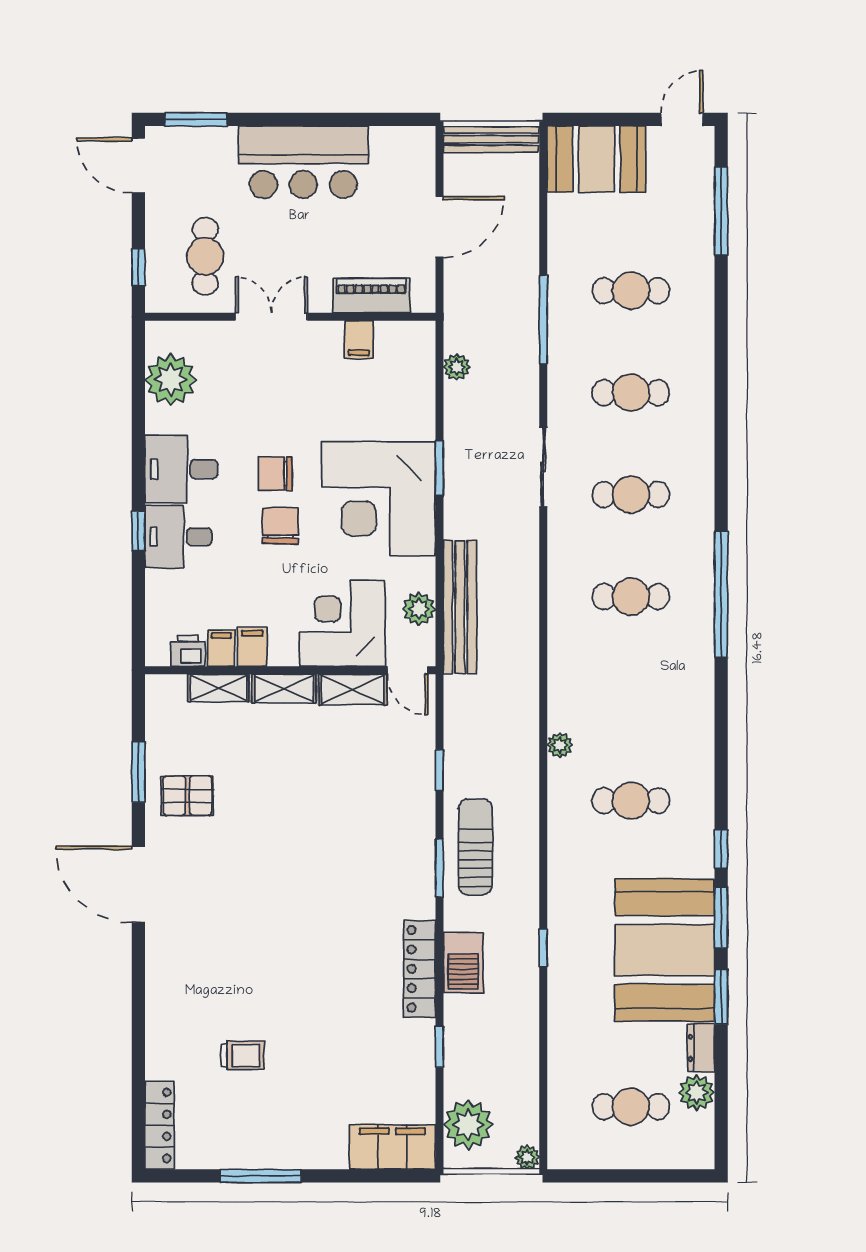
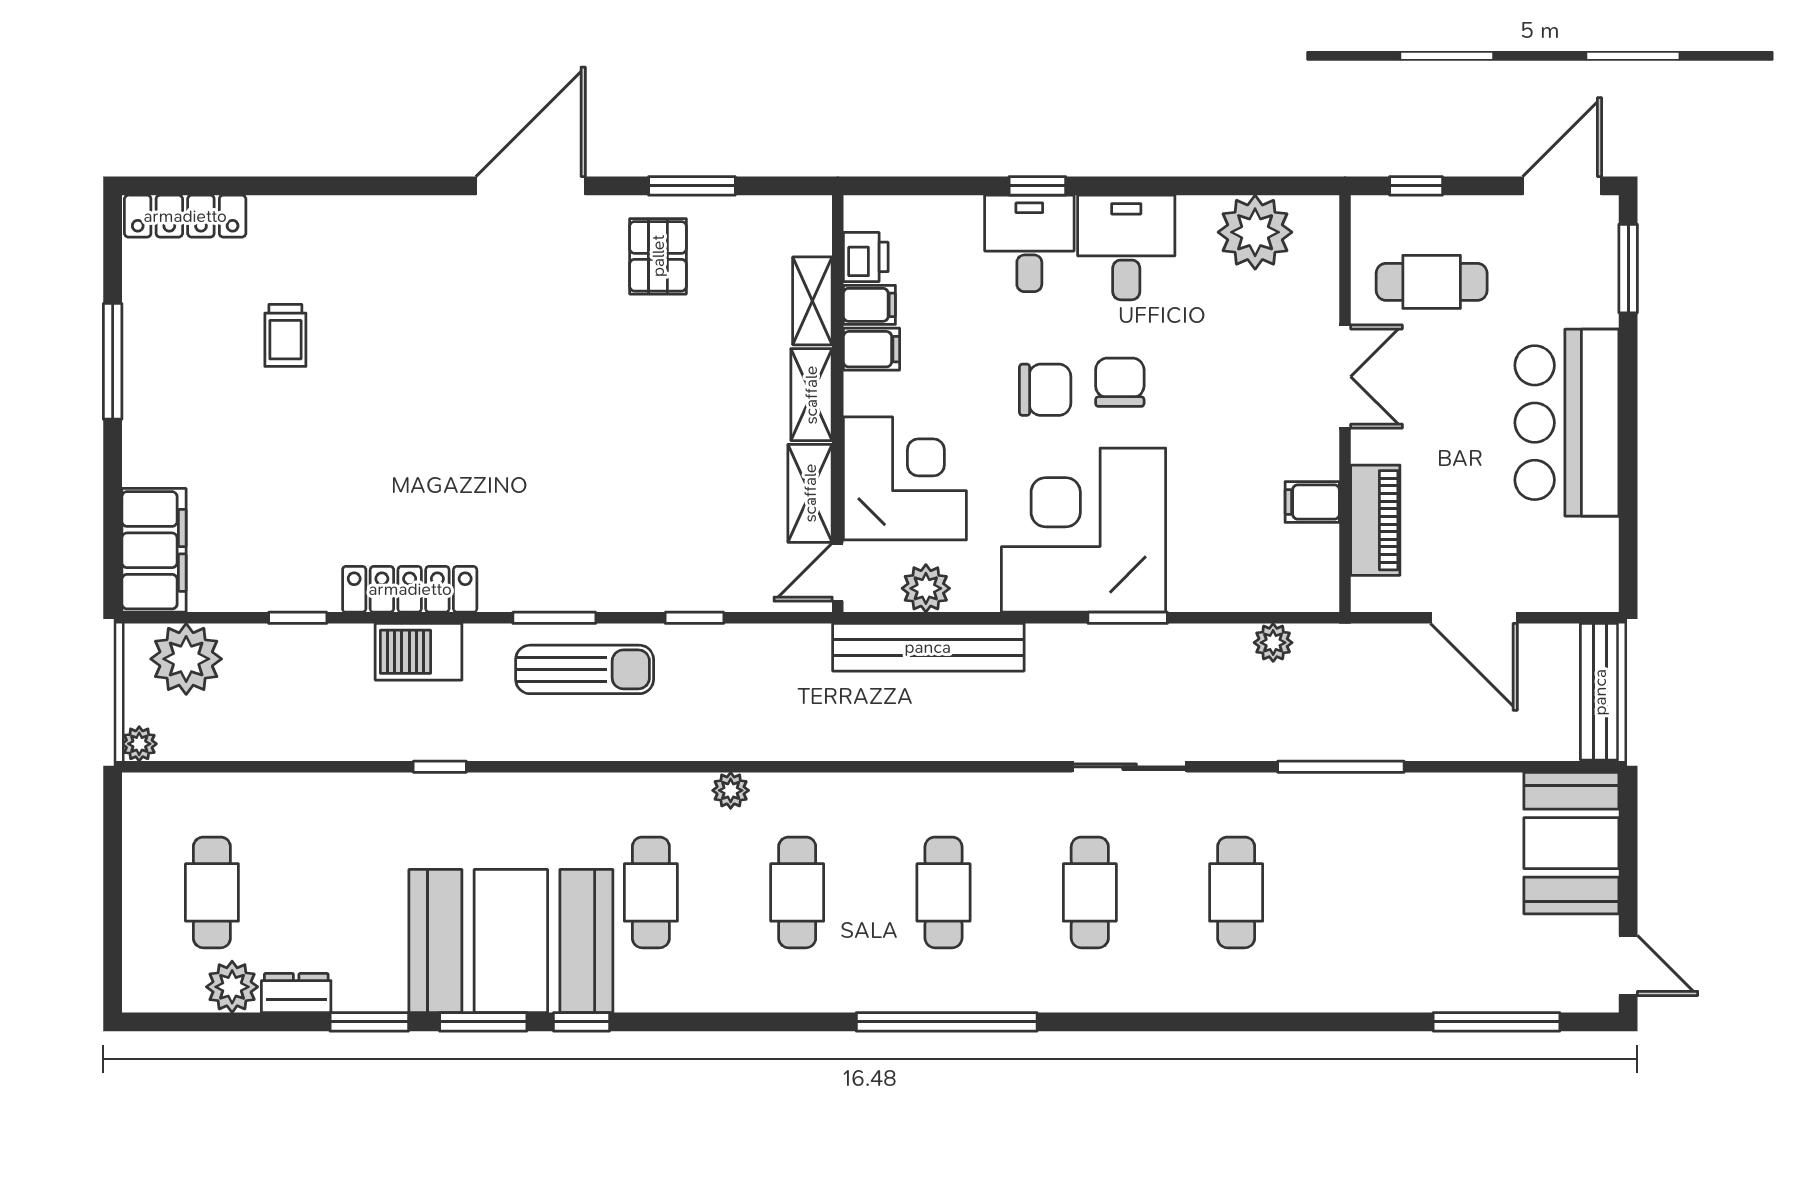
cafe table: (631, 291) -> (797, 892), moved
booth: (665, 950) -> (511, 941), moved

